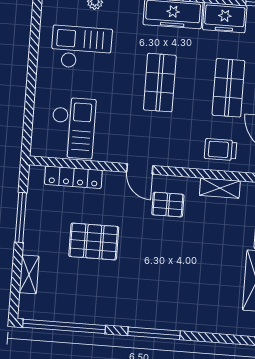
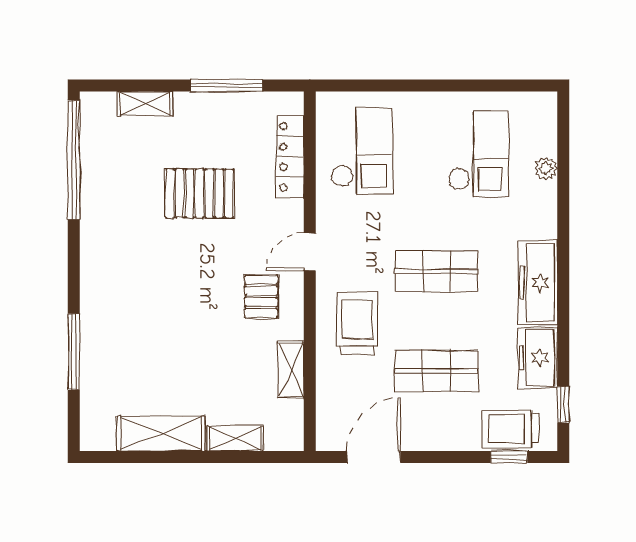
checkout: (73, 128) -> (361, 151), turned -90
trolley: (221, 150) -> (357, 324), moved, width x1.36, depth x1.39
pallet: (94, 242) -> (200, 193), turned 90
window: (154, 333) -> (74, 352), moved

